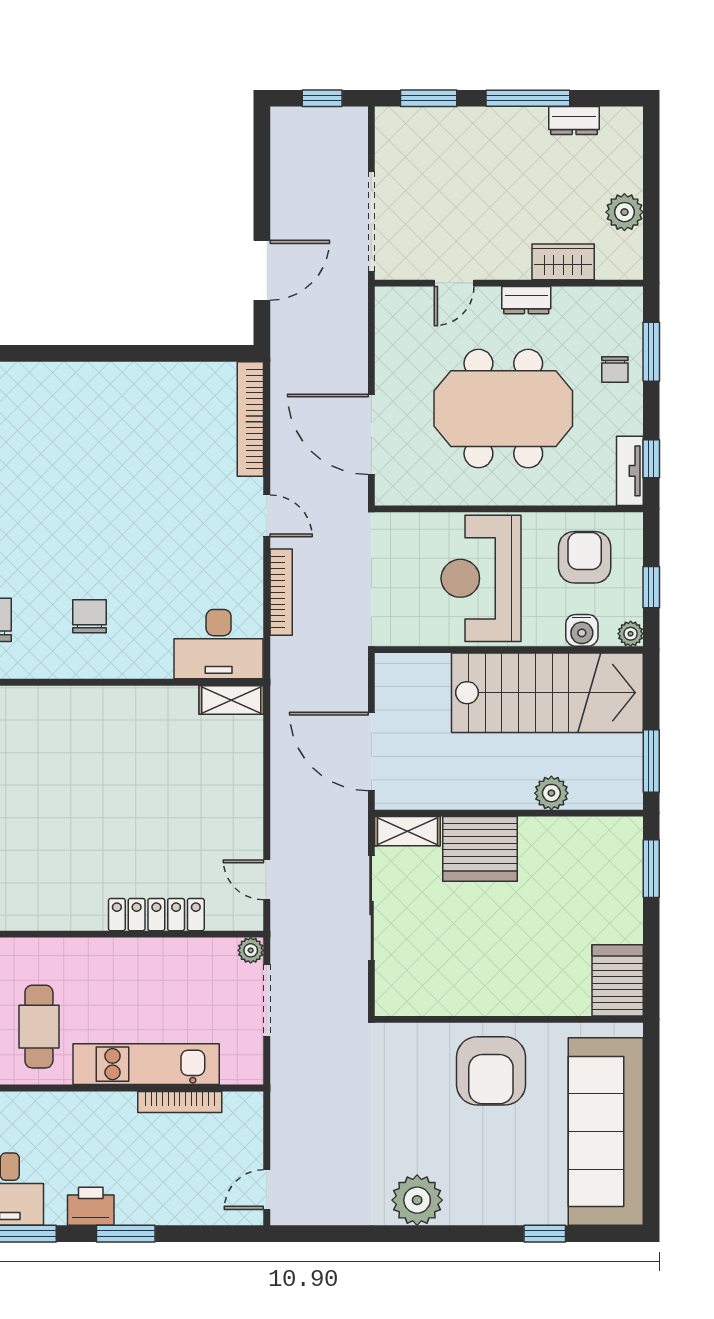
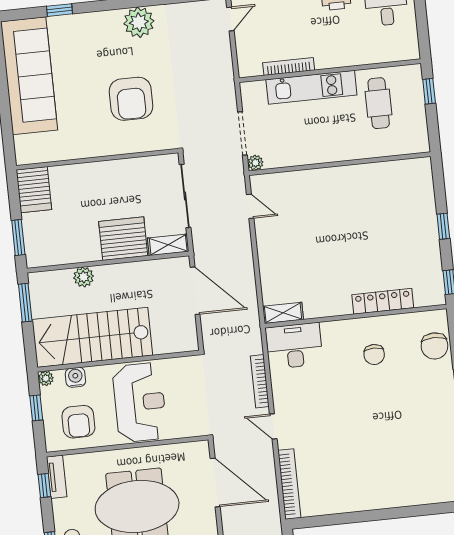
locker: (156, 915) -> (383, 301), moved, turned 180
server rack: (618, 980) -> (34, 190), moved
wall: (509, 1019) -> (97, 159), moved
armchair: (491, 1071) -> (131, 99), moved, turned 180

